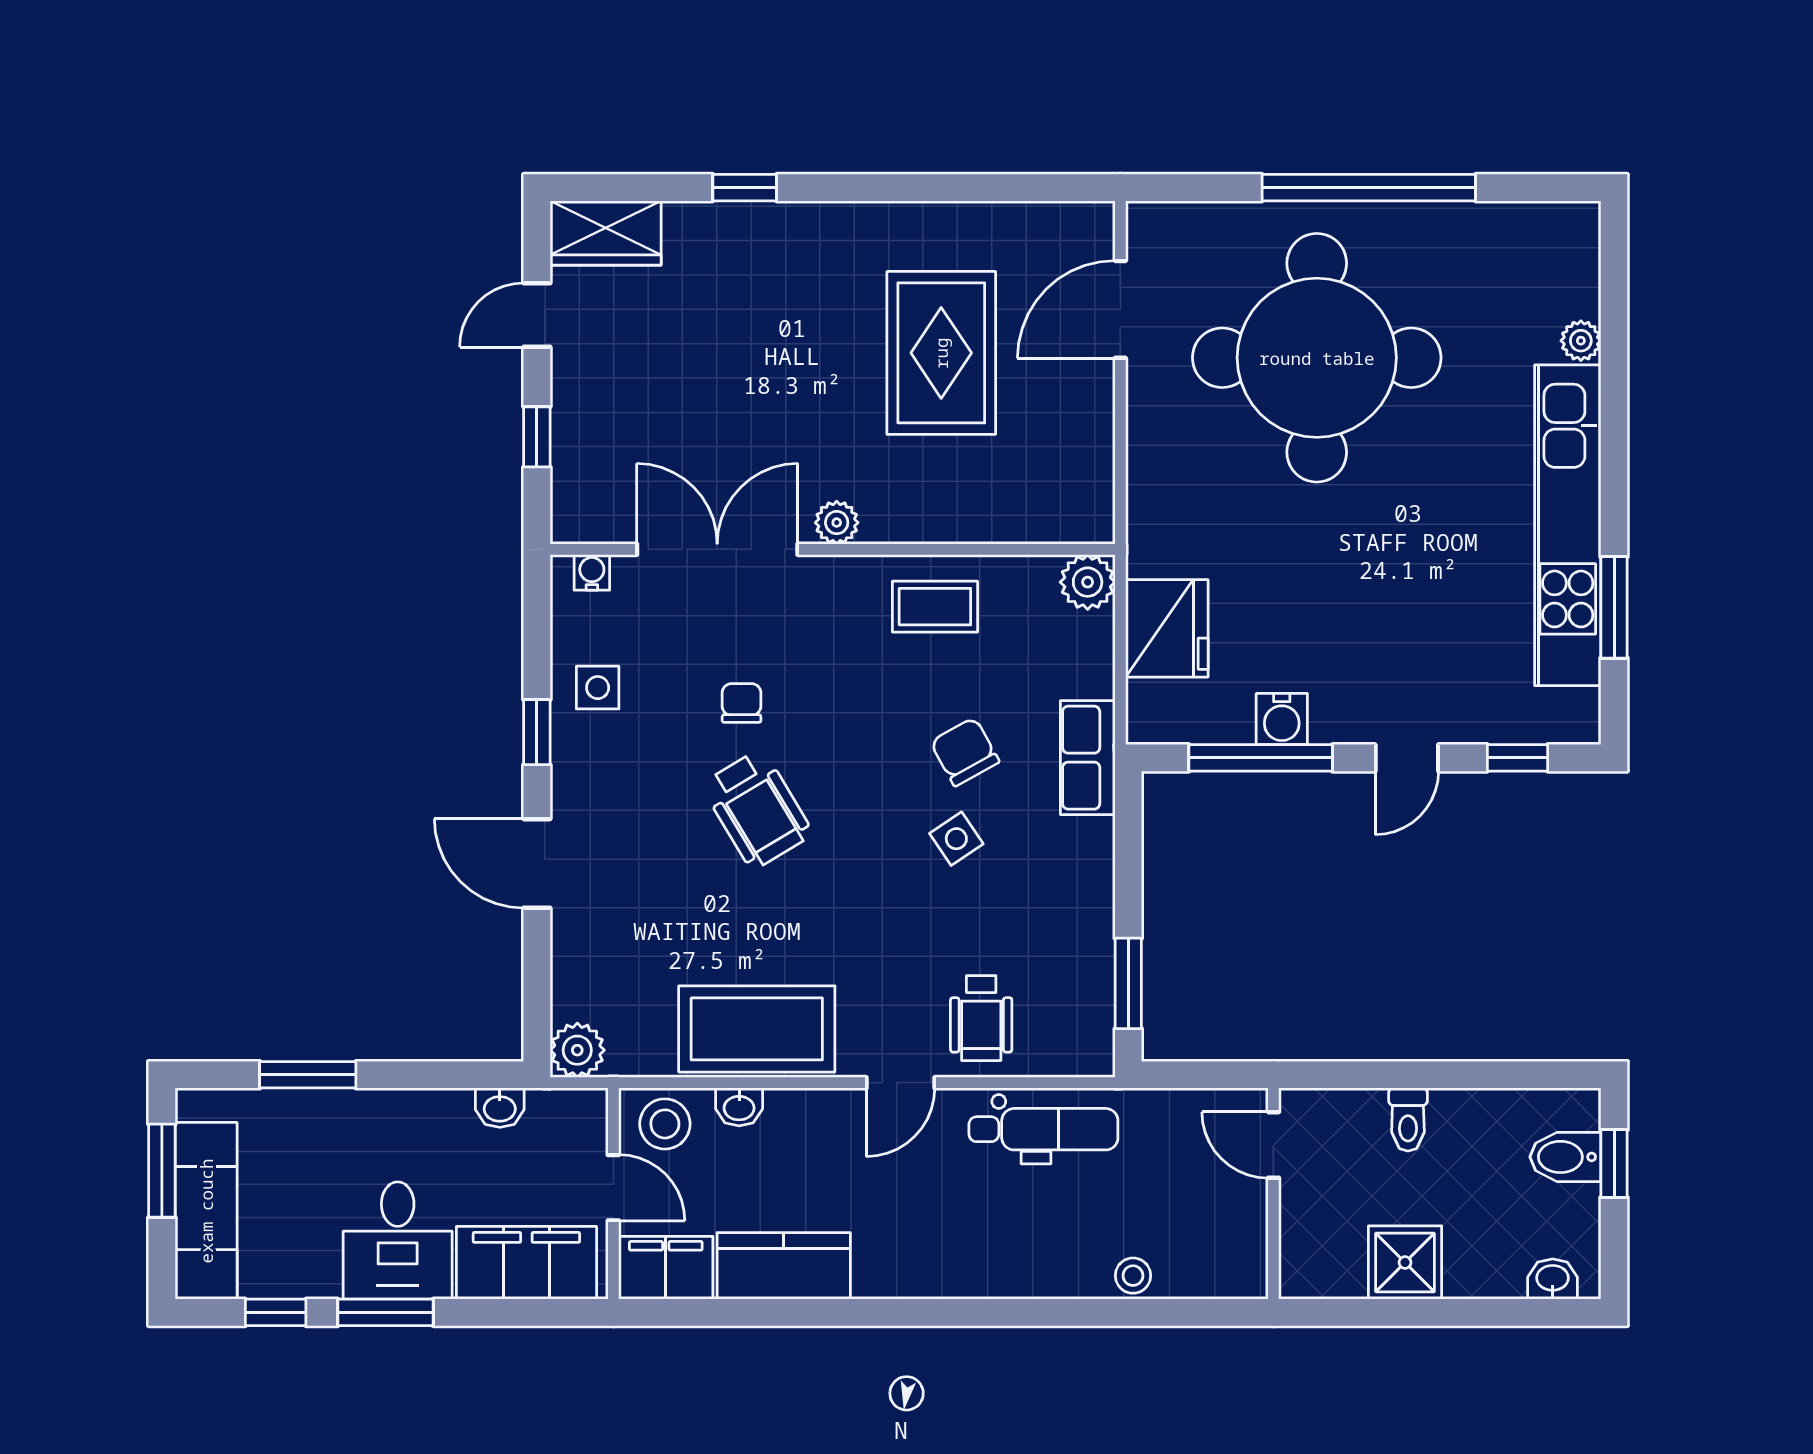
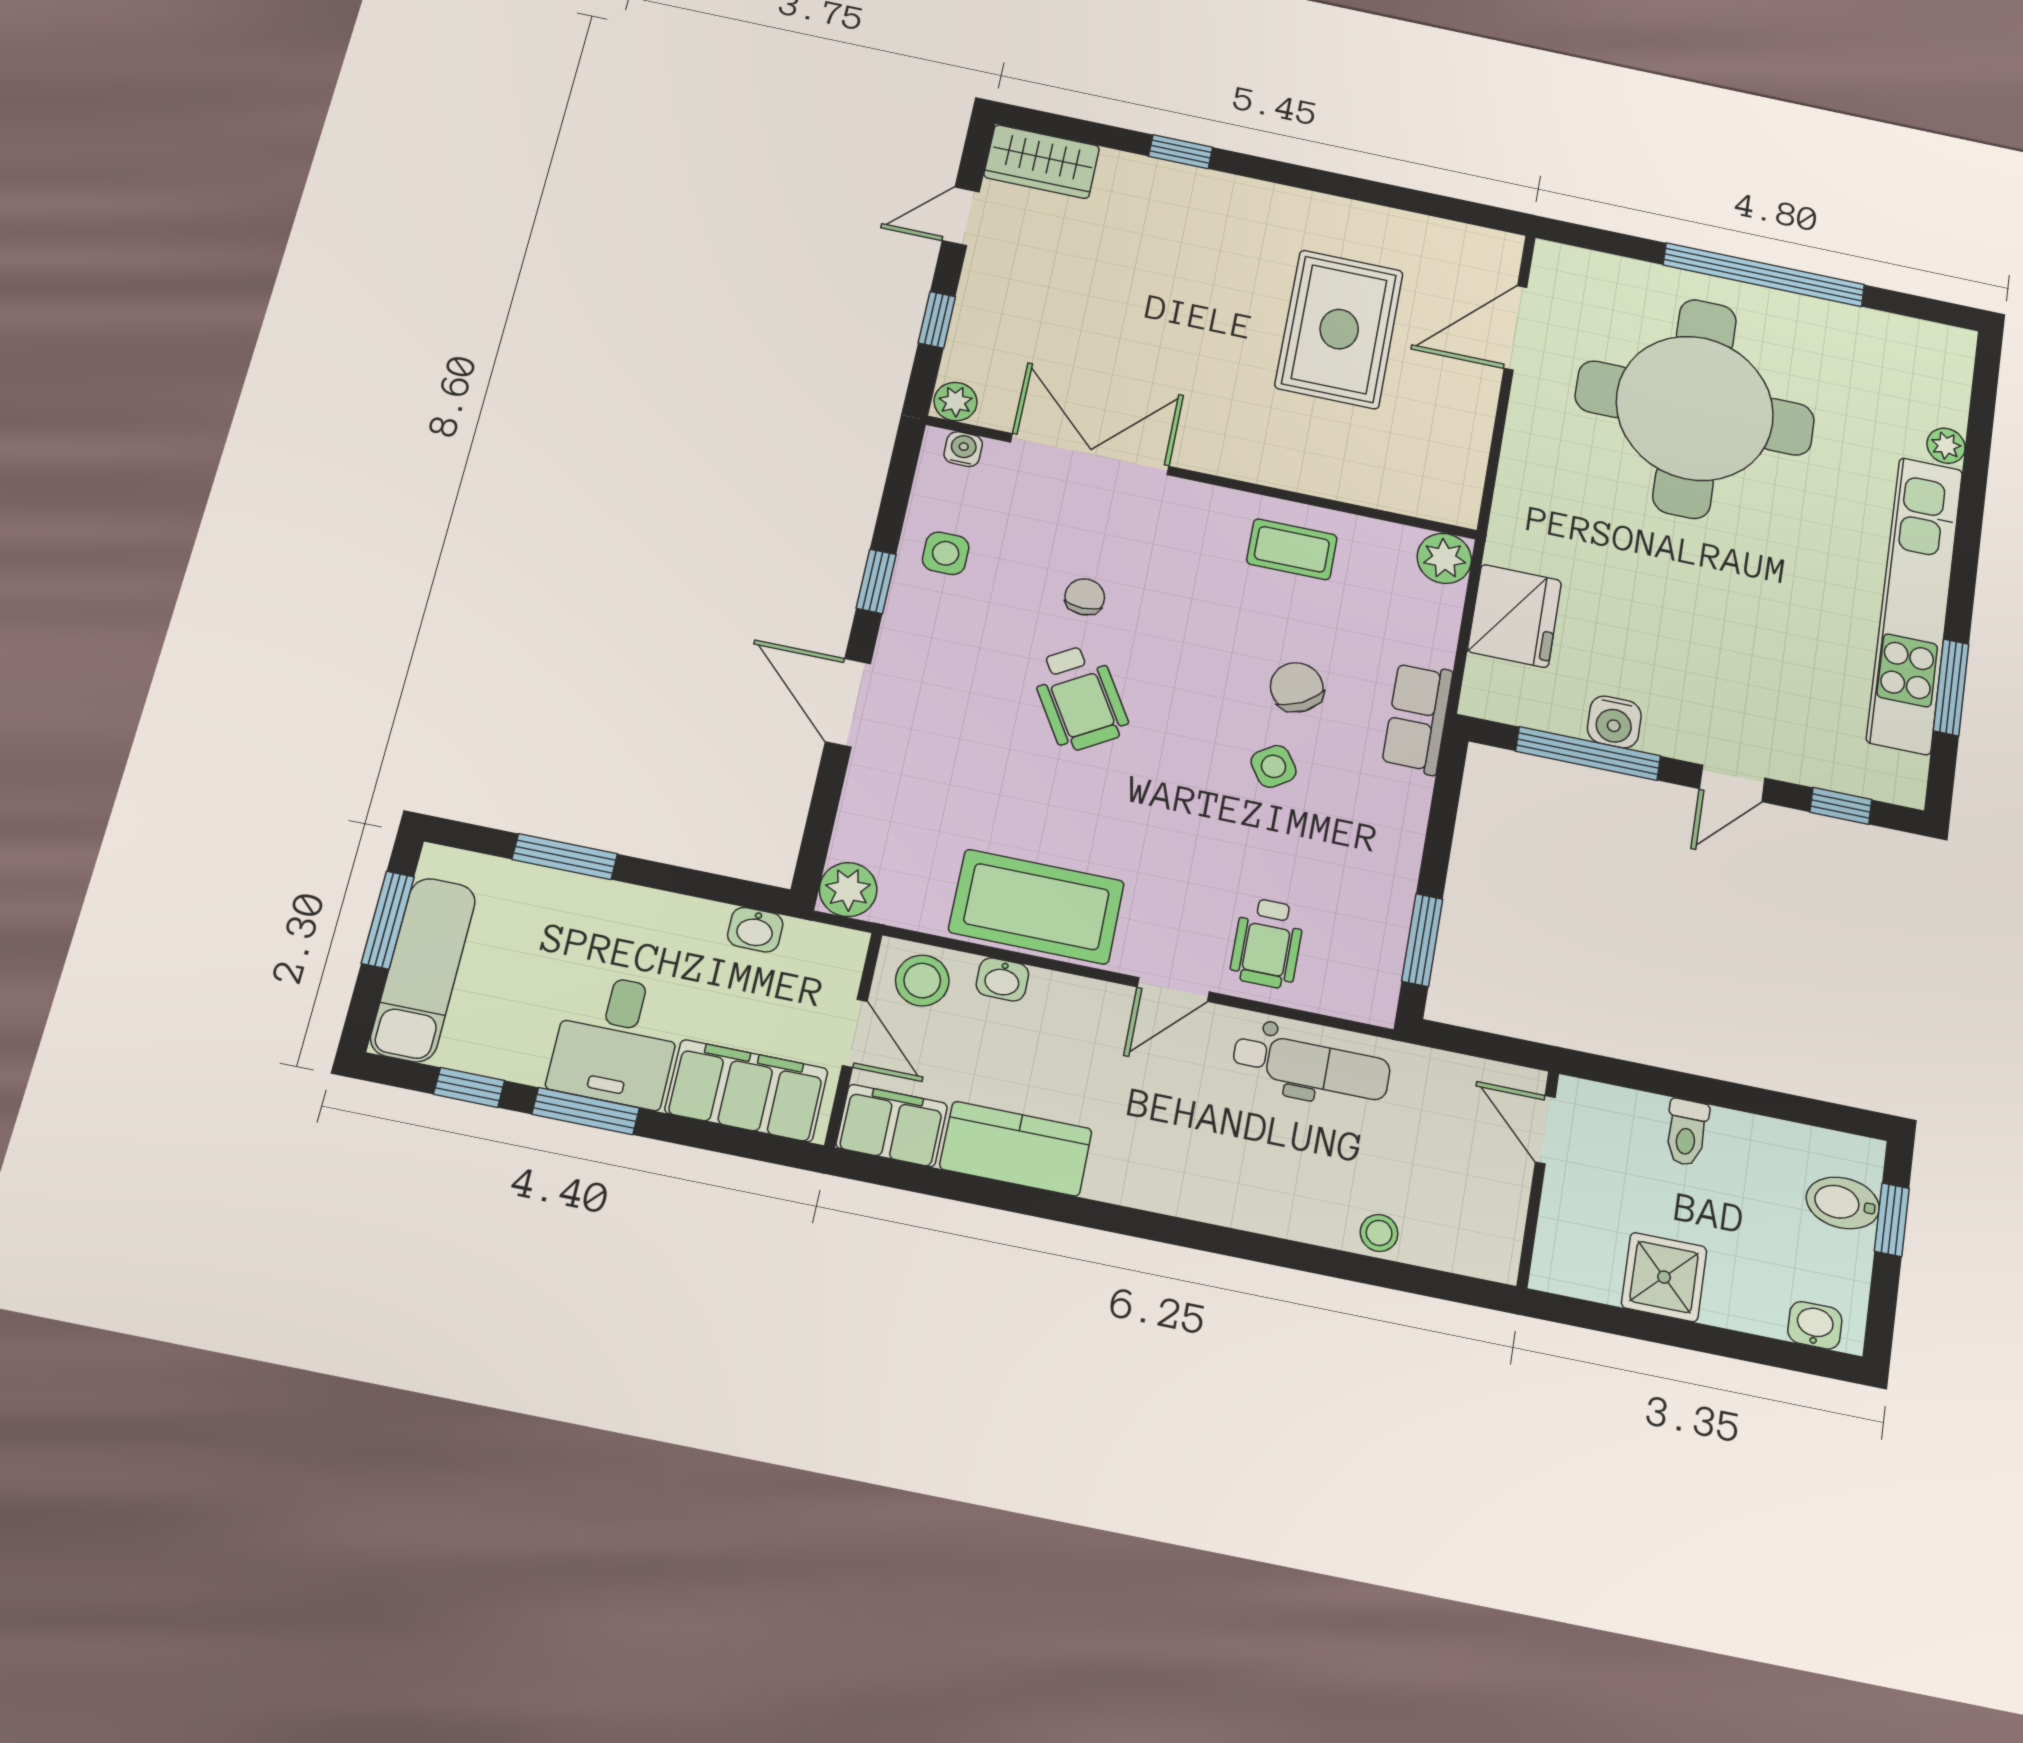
plant: (837, 523) -> (956, 402), moved

